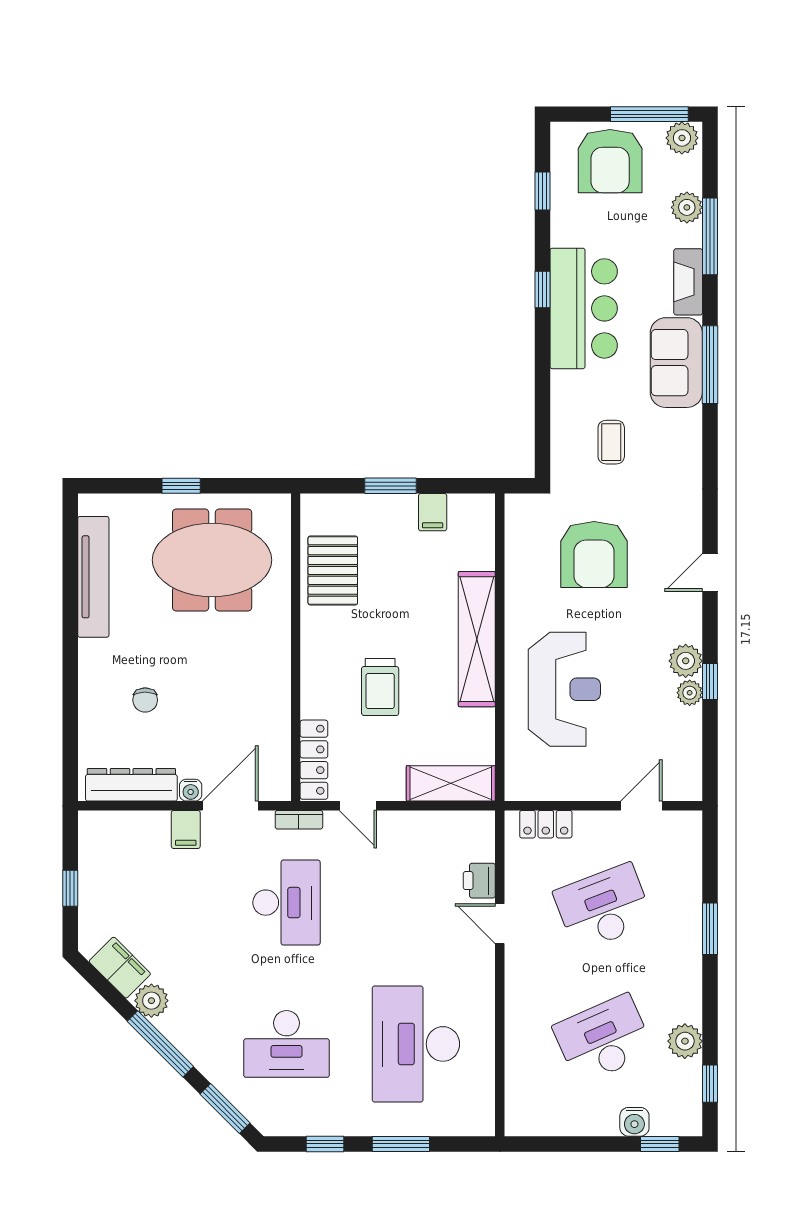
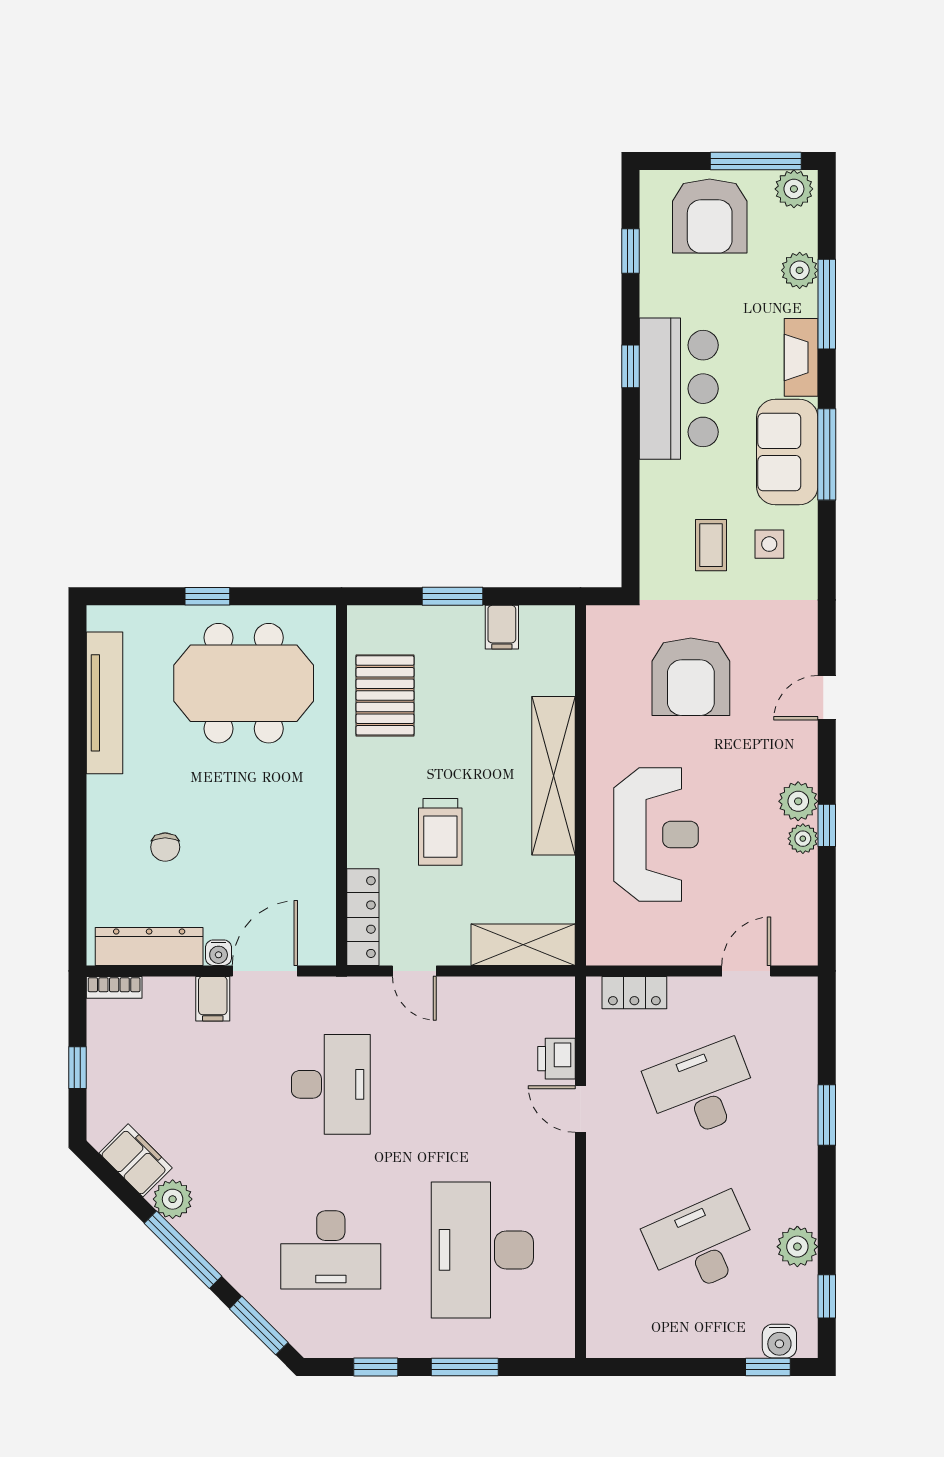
side table: (661, 441) -> (769, 544), added
bookcase: (299, 820) -> (114, 987), moved
water cooler: (634, 1122) -> (779, 1341), moved

